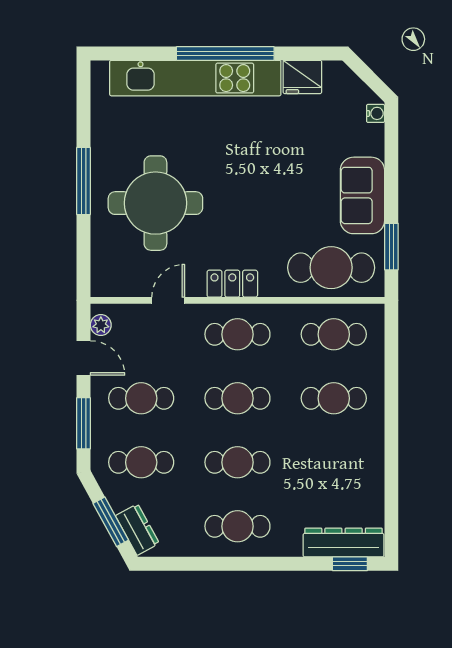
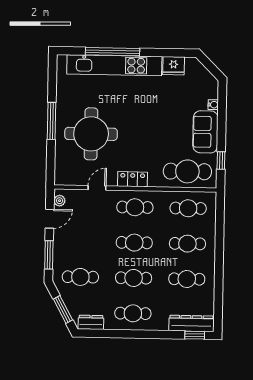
window: (225, 54) -> (113, 52), moved
water cooler: (376, 113) -> (213, 105), moved
window: (391, 247) -> (221, 160), width x0.67
door: (84, 358) -> (50, 219), hinge flipped
cafe table: (141, 398) -> (187, 279), moved
dresser: (137, 530) -> (91, 322), moved, turned -61

